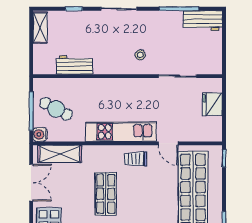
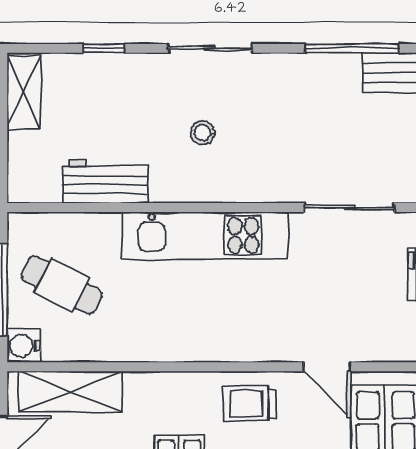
stool: (140, 55) -> (202, 133), moved
kitchen unit: (121, 132) -> (205, 235), moved, turned 180

